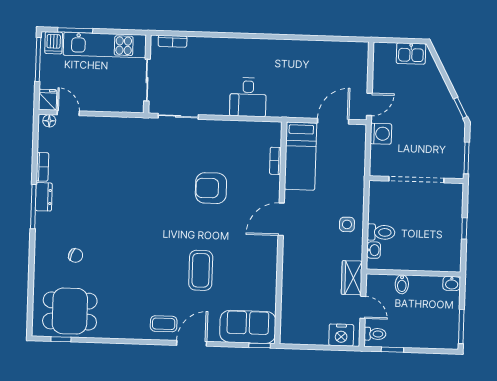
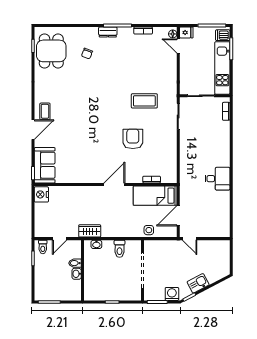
kitchen sink: (411, 53) -> (198, 283), moved, turned 62
desk: (248, 97) -> (217, 179), moved, turned 180
door: (68, 113) -> (178, 46), swing flipped
door: (333, 121) -> (178, 216), swing flipped
washing machine: (381, 134) -> (172, 294), moved, turned 180
dresser: (44, 197) -> (108, 32), moved
door: (281, 219) -> (114, 184), hinge flipped
side table: (347, 224) -> (149, 230), moved
toilet: (381, 232) -> (120, 249), moved
coffee table: (201, 270) -> (144, 101), moved
wardrobe: (352, 278) -> (90, 231), moved
washbasin: (452, 283) -> (77, 274), moved
nightstand: (341, 335) -> (41, 194), moved
door: (192, 343) -> (33, 130), hinge flipped

